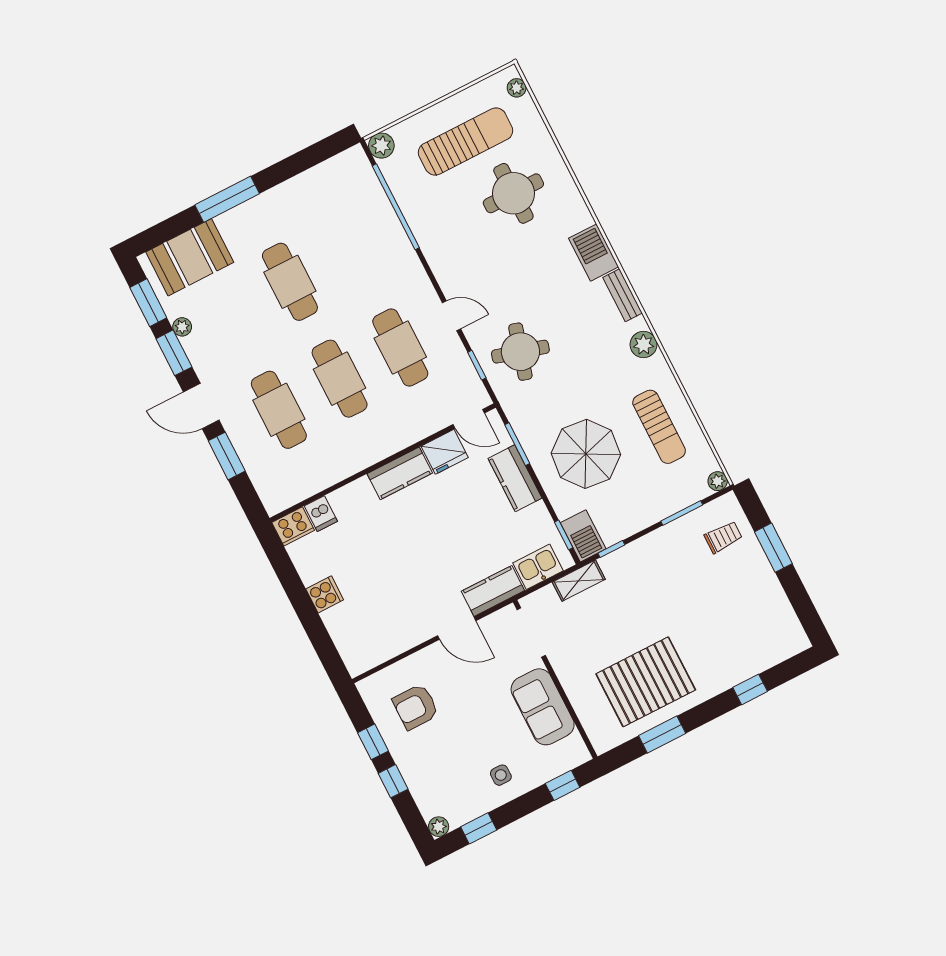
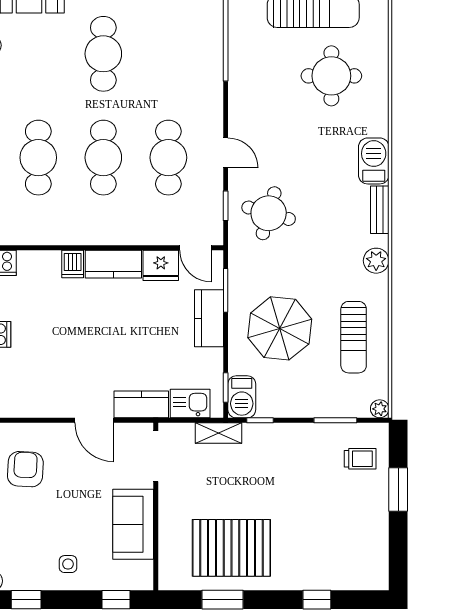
dishwasher: (321, 514) -> (73, 264), moved
armchair: (416, 707) -> (25, 469), turned 93

